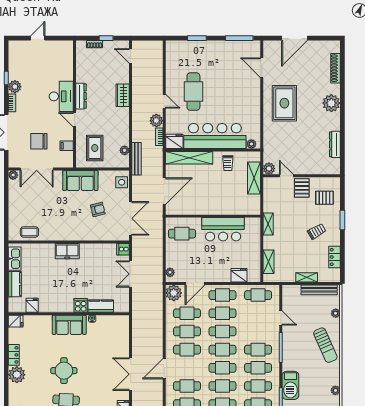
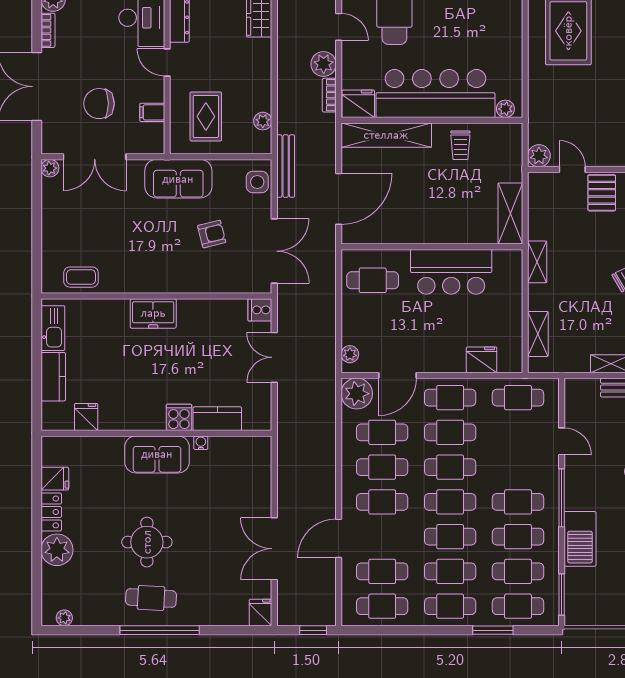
bench: (136, 159) -> (286, 166), moved
shelving: (254, 178) -> (510, 213), moved
fridge: (16, 321) -> (55, 479), moved
barbecue: (290, 385) -> (580, 539), moved

